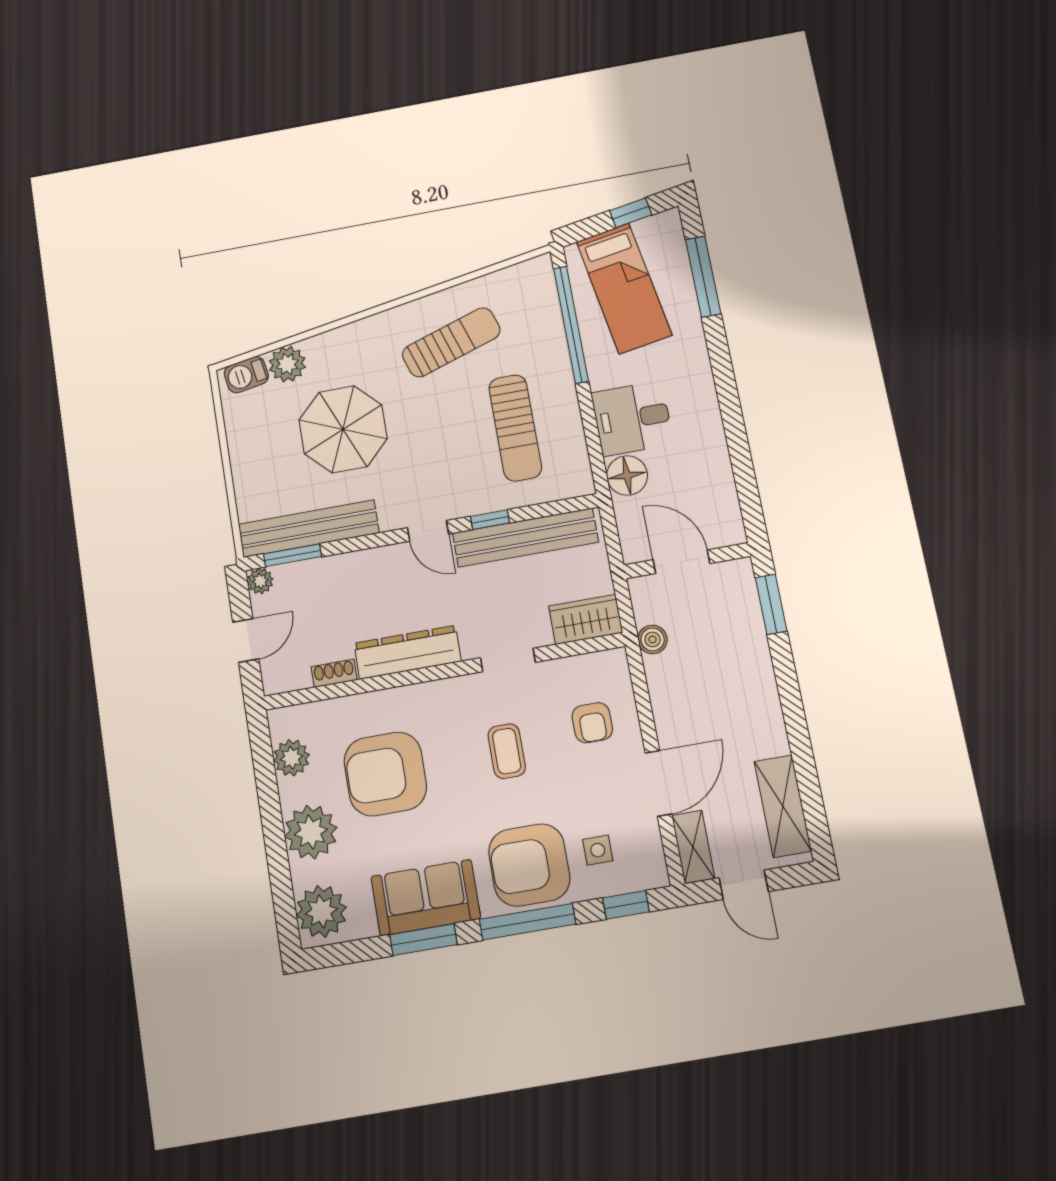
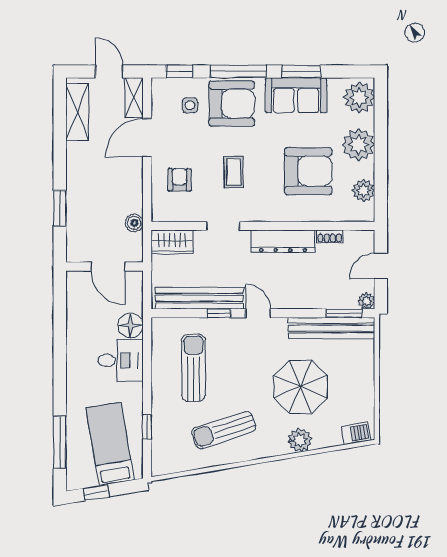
window: (571, 325) -> (147, 427), width x0.32
plant: (287, 364) -> (300, 440), moved
window: (771, 604) -> (60, 208), moved

